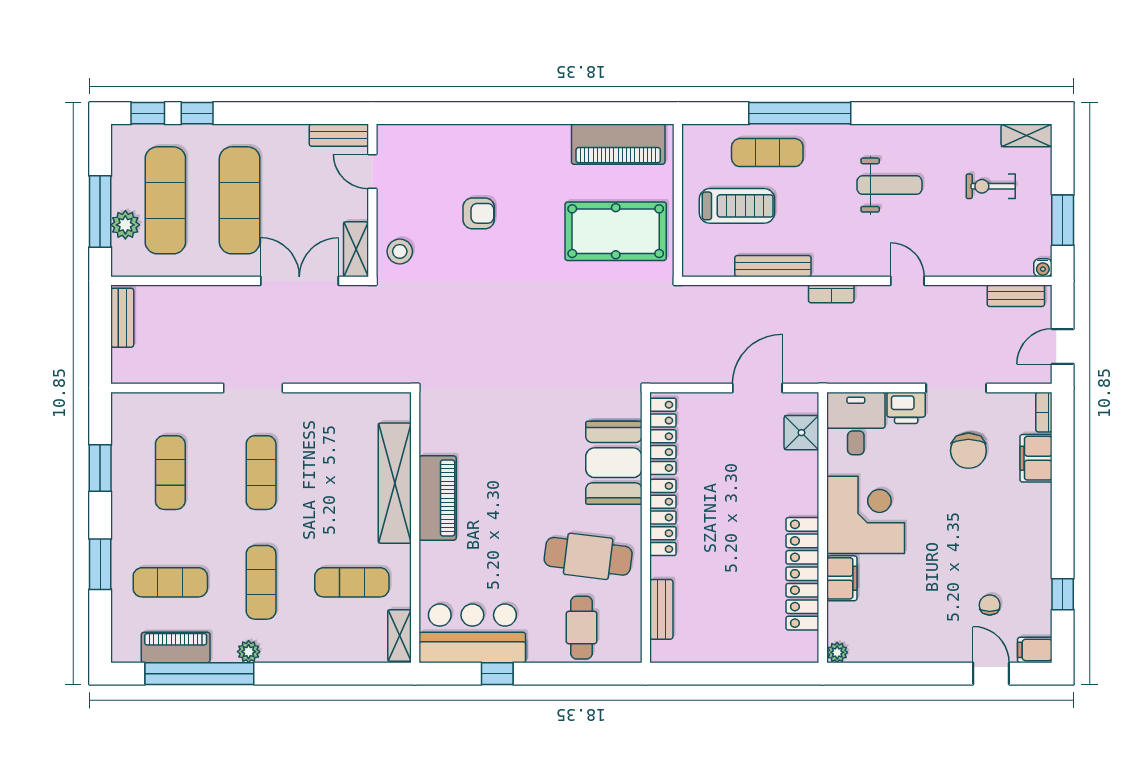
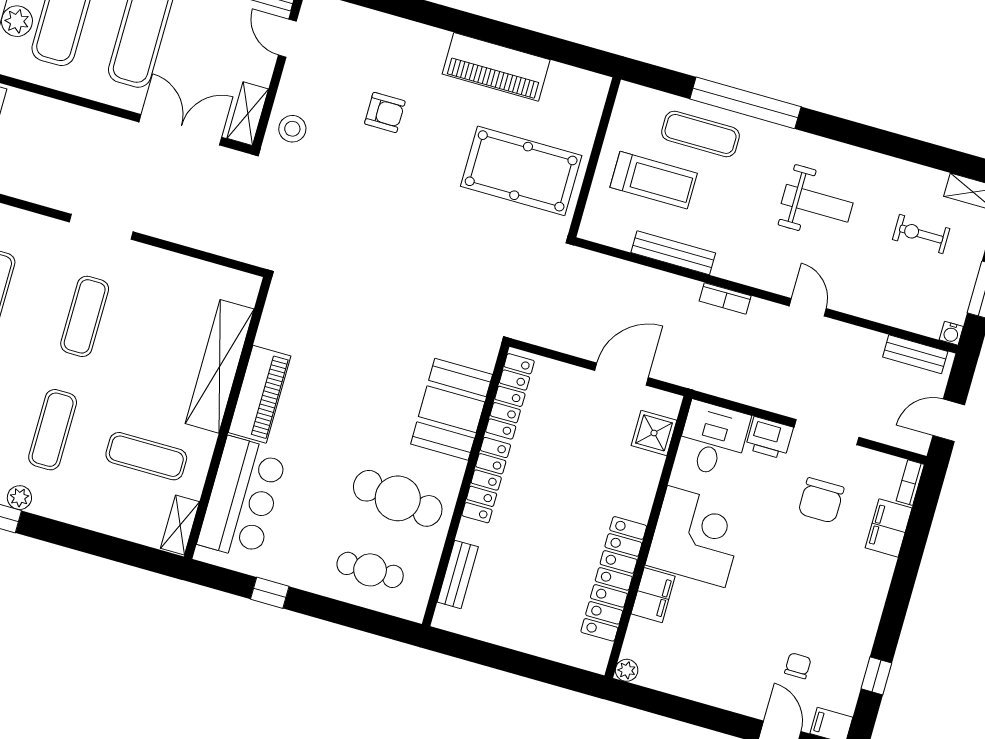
piano: (618, 144) -> (496, 67), moved
cafe table: (581, 628) -> (370, 570), turned 90
bar counter: (472, 633) -> (242, 498), moved, turned 90

